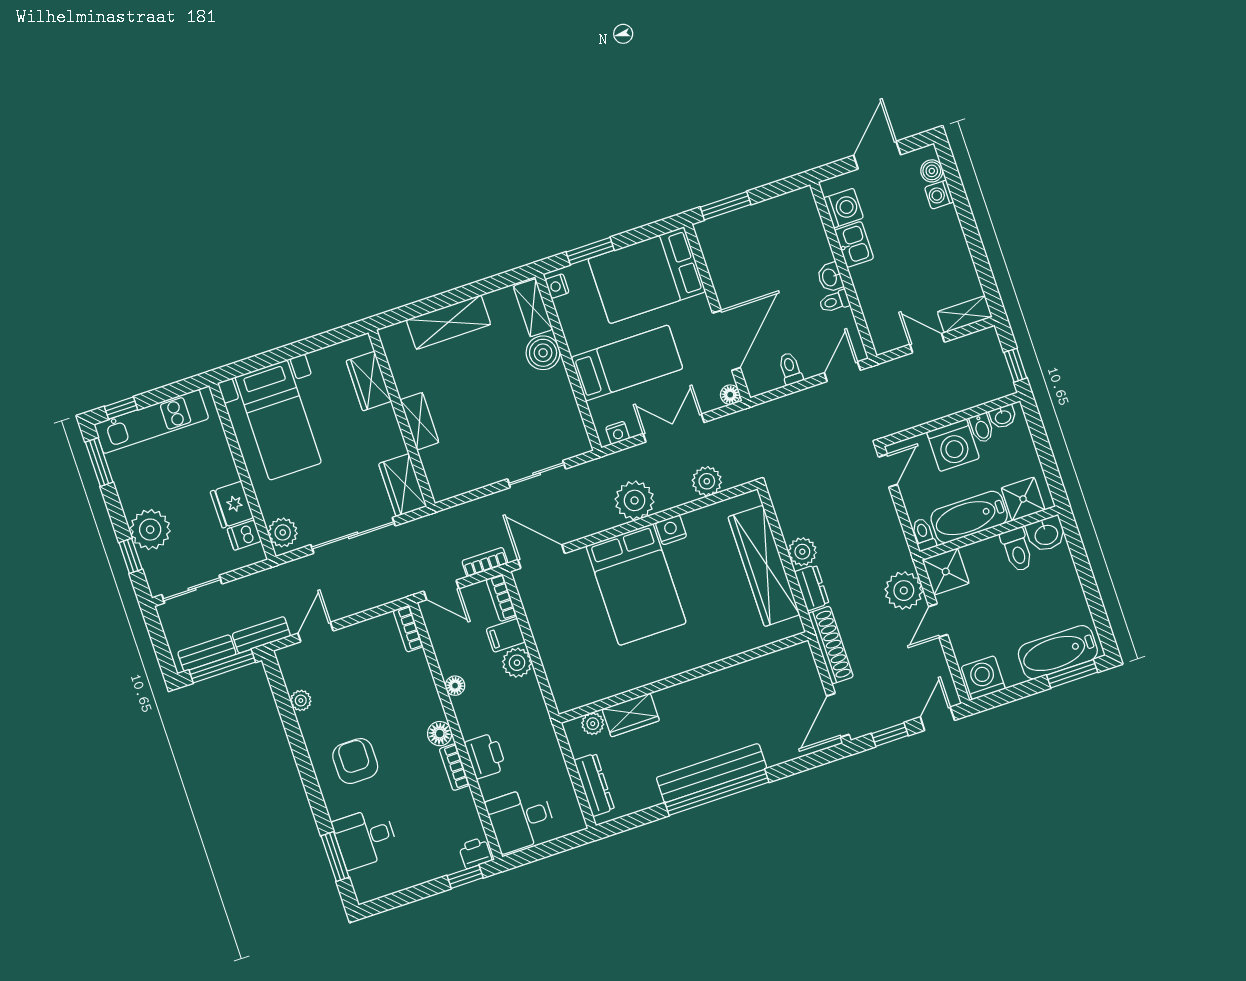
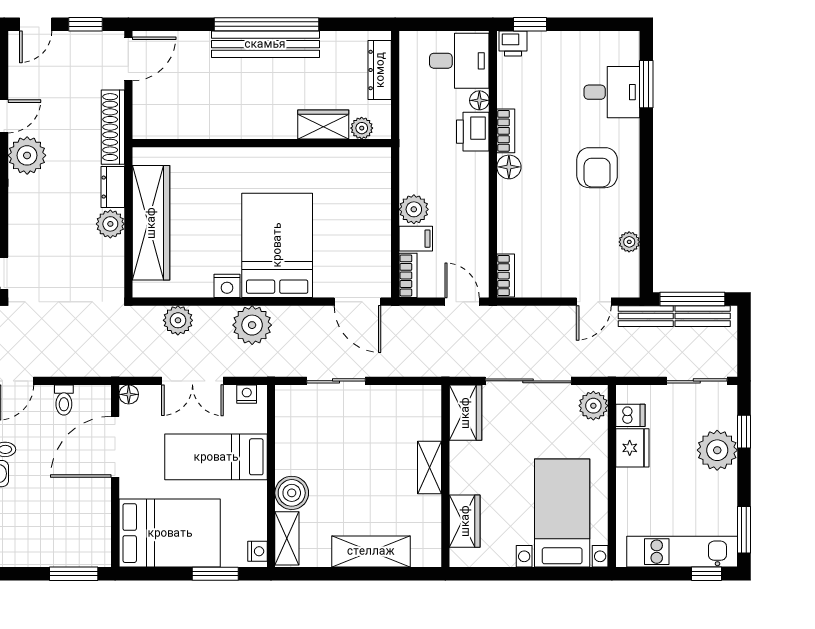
bookcase: (485, 562) -> (412, 314), removed
floor lamp: (455, 686) -> (479, 100), moved

